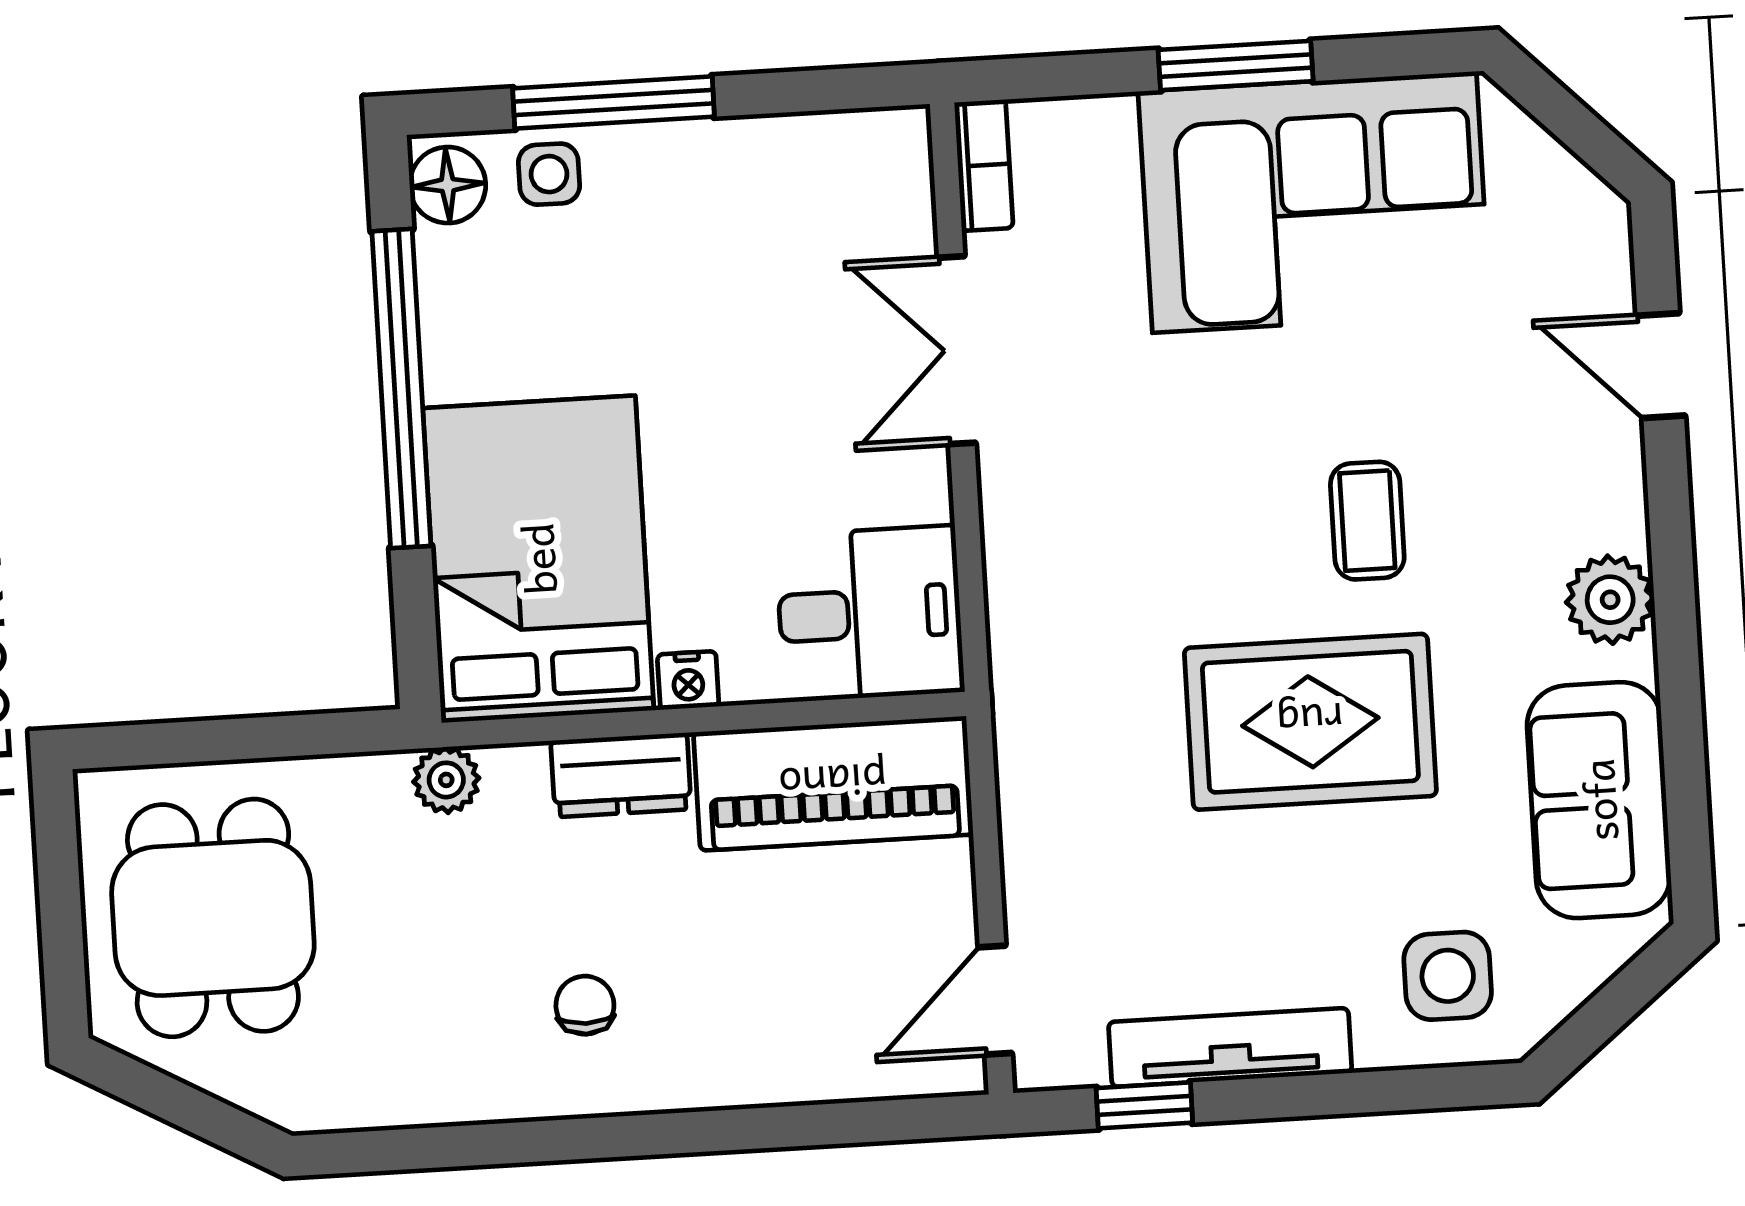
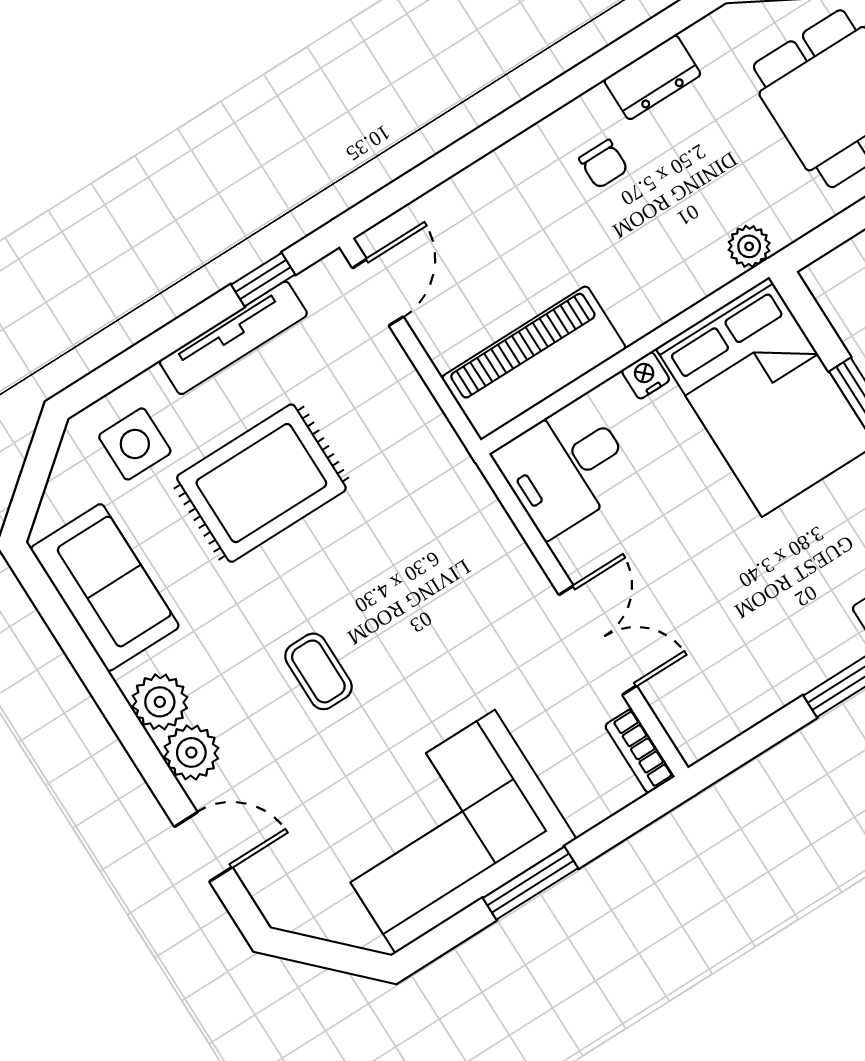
plant: (1605, 506) -> (191, 752), added
rug: (1310, 722) -> (261, 483), moved
dresser: (621, 775) -> (652, 77), moved, turned 180

